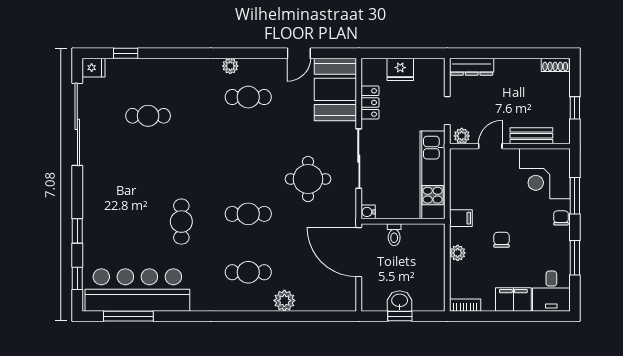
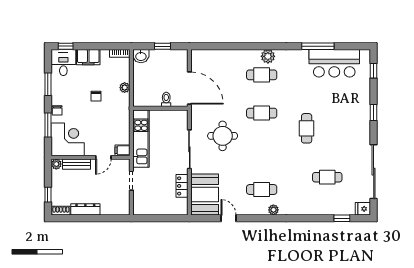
door: (299, 53) -> (229, 218), hinge flipped
dresser: (472, 67) -> (85, 209), moved
fridge: (400, 69) -> (162, 208), removed
window: (575, 108) -> (48, 195), moved
plant: (462, 136) -> (56, 164), moved
water cooler: (368, 212) -> (183, 114), removed
filing cabinet: (461, 218) -> (123, 150), moved
cafe table: (181, 222) -> (307, 128), moved
window: (77, 231) -> (374, 112), moved
bar counter: (137, 290) -> (334, 63), width x0.73
plant: (284, 301) -> (268, 56), moved
washbasin: (400, 301) -> (141, 56), moved
window: (128, 316) -> (318, 46), moved
window: (548, 316) -> (66, 46), added

